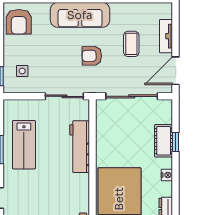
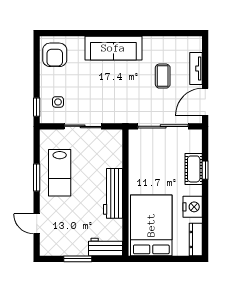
armchair: (92, 56) -> (125, 87), removed
sliding door: (64, 96) -> (83, 126), moved
workbench: (80, 147) -> (113, 193), moved
nightstand: (167, 175) -> (193, 207), width x1.89, depth x1.79

